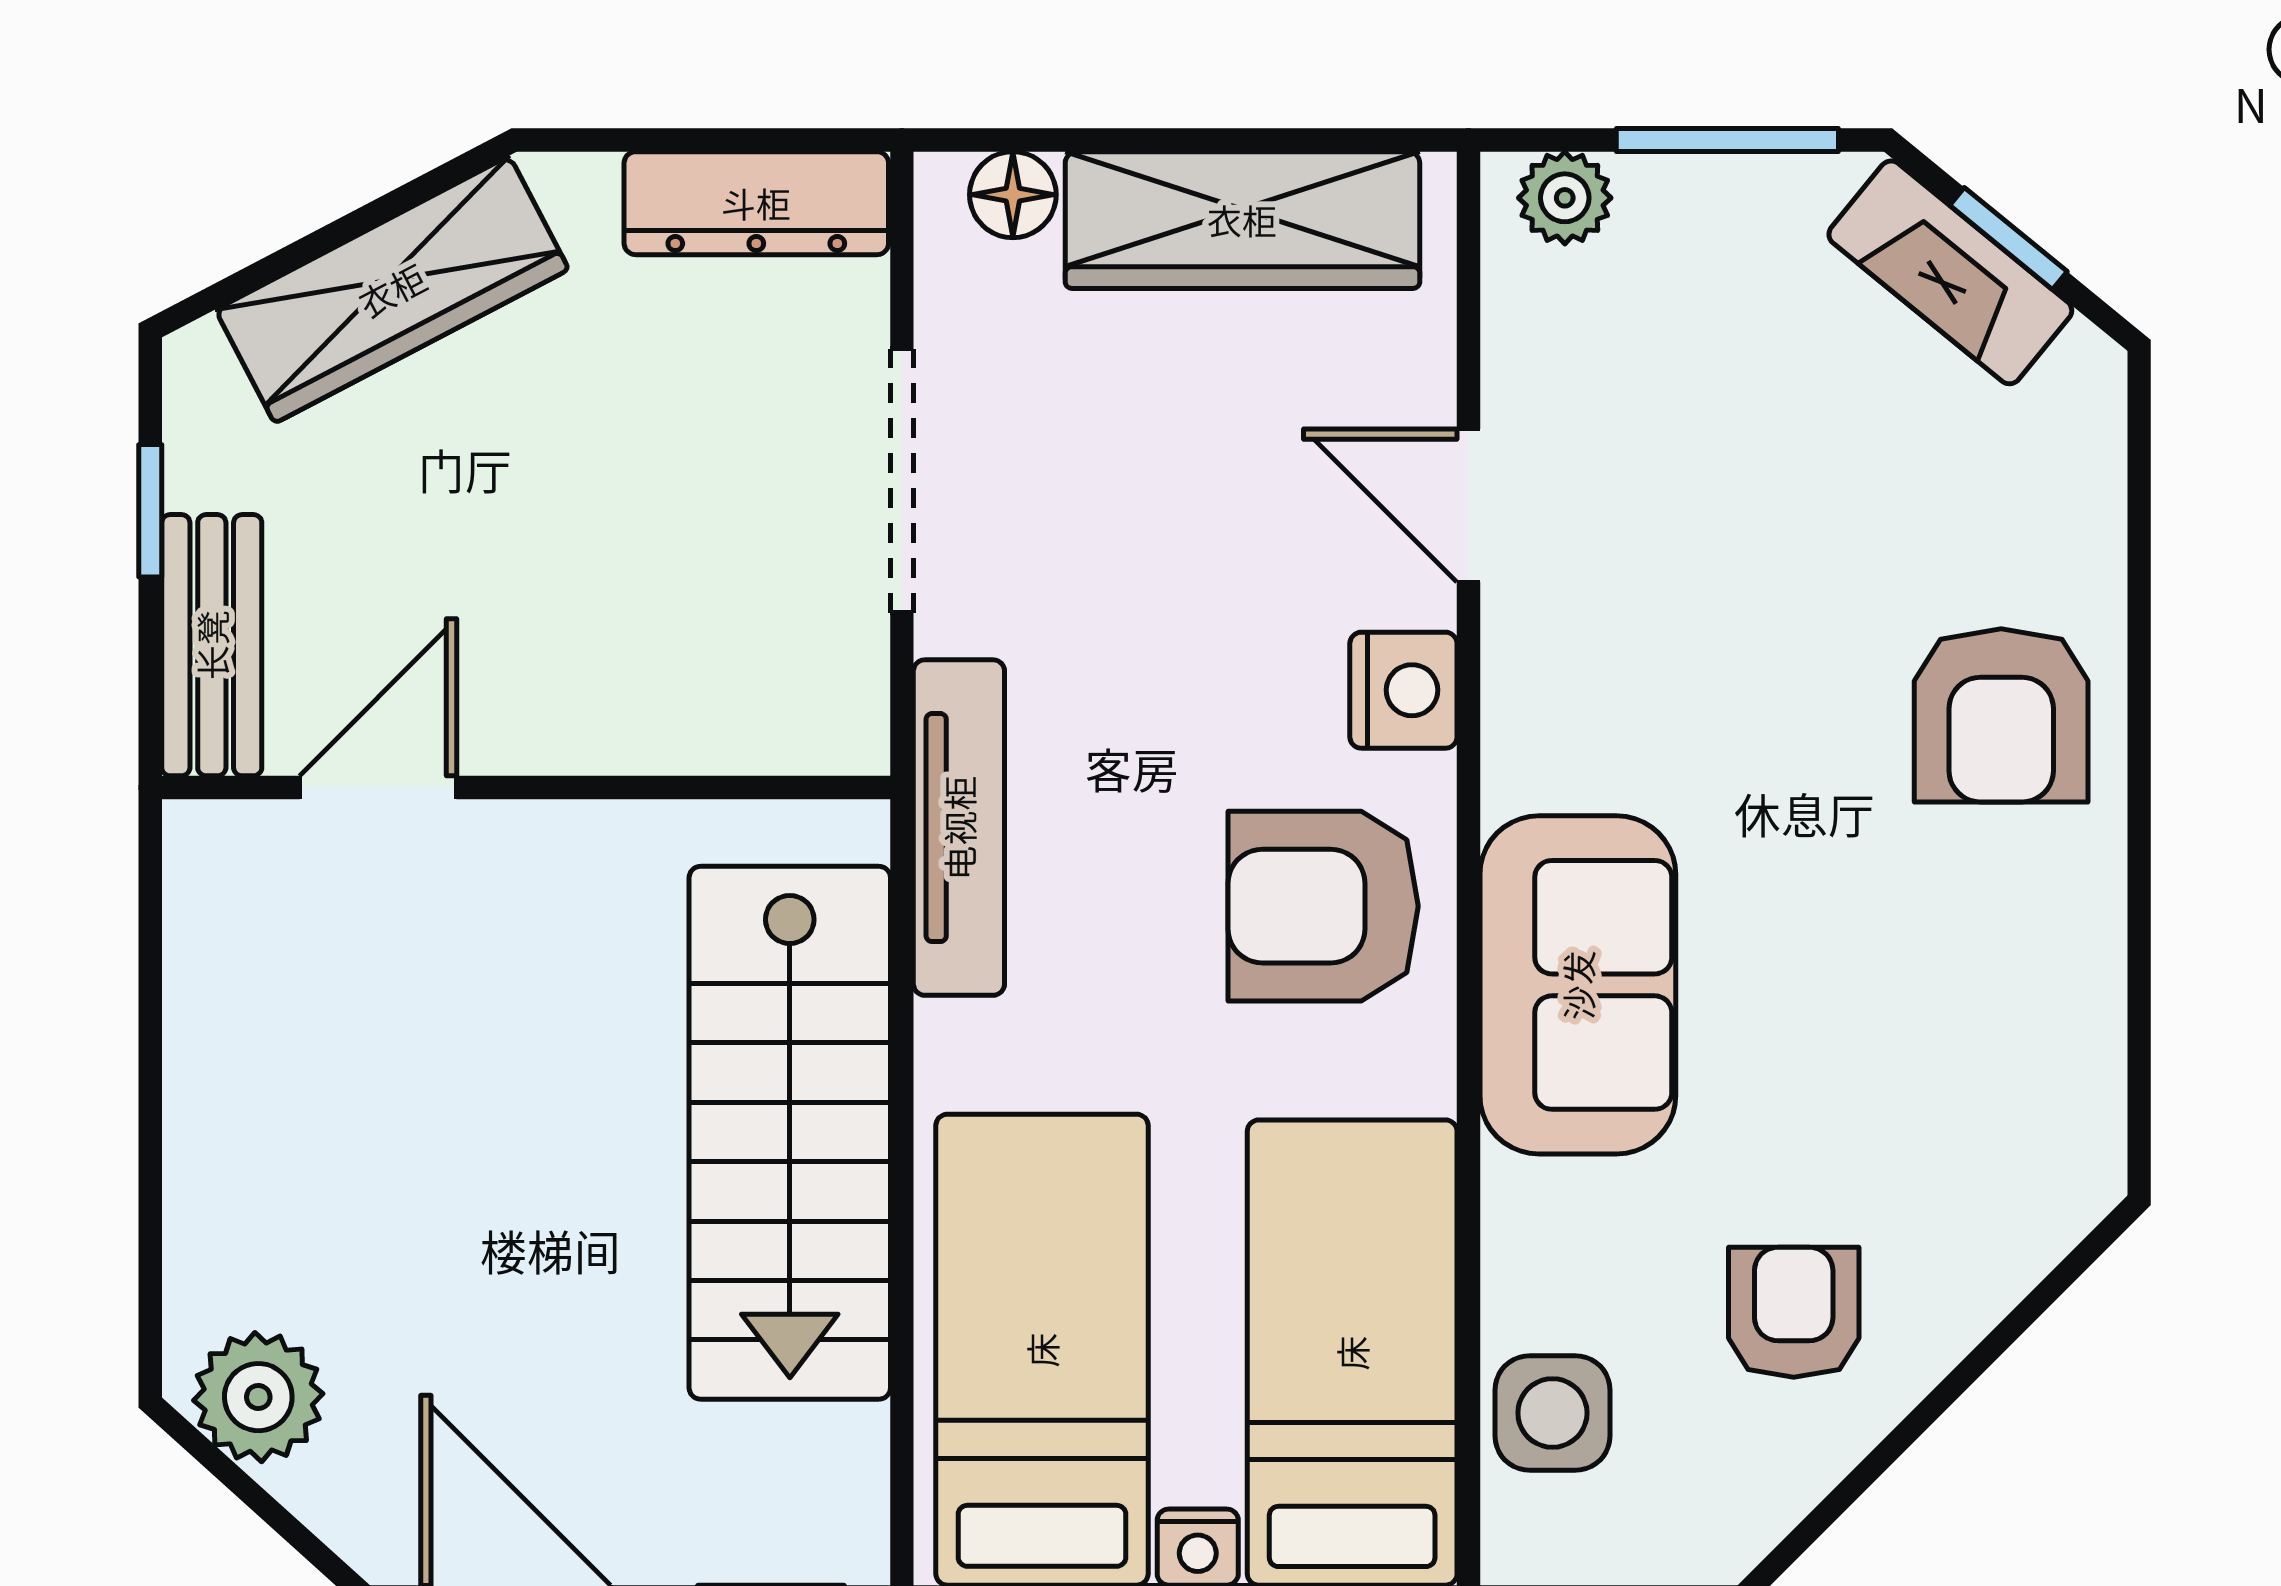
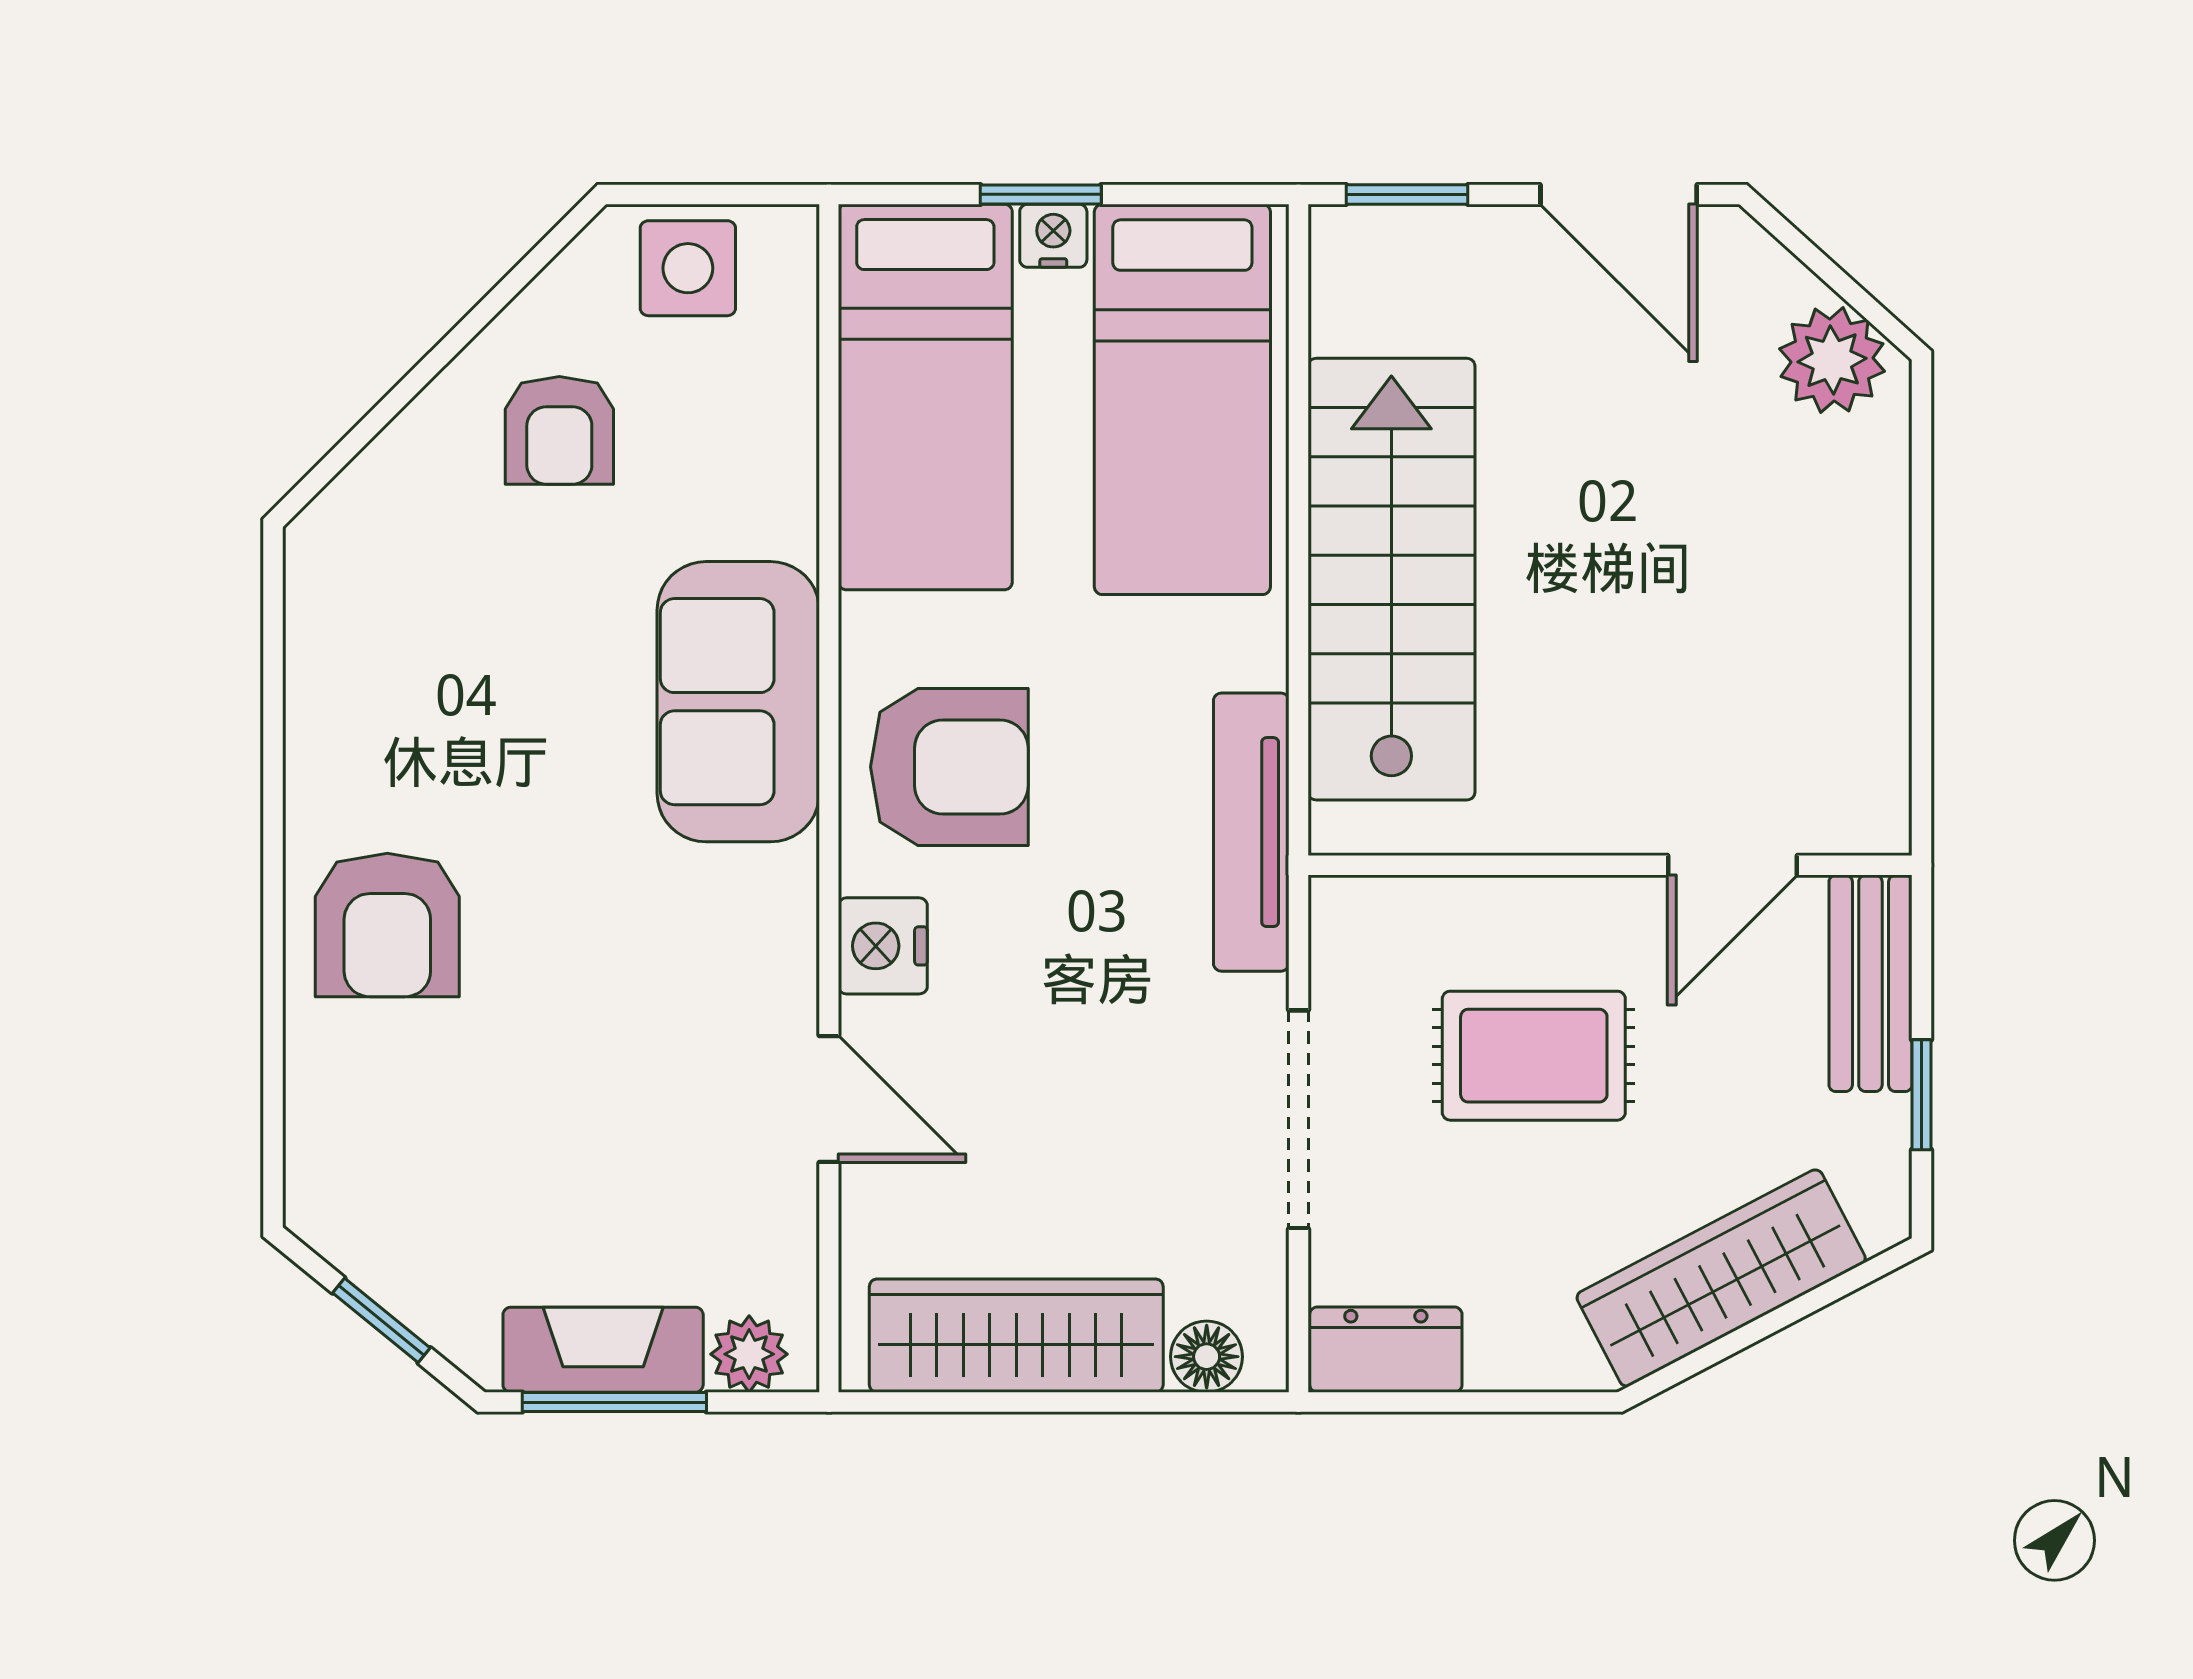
dresser: (756, 203) -> (1386, 1350), width x0.70
fireplace: (1950, 272) -> (603, 1350), moved, turned -39
rug: (618, 558) -> (1534, 1056), added
armchair: (2001, 715) -> (387, 925), turned 180
side table: (1552, 1413) -> (688, 268), moved

